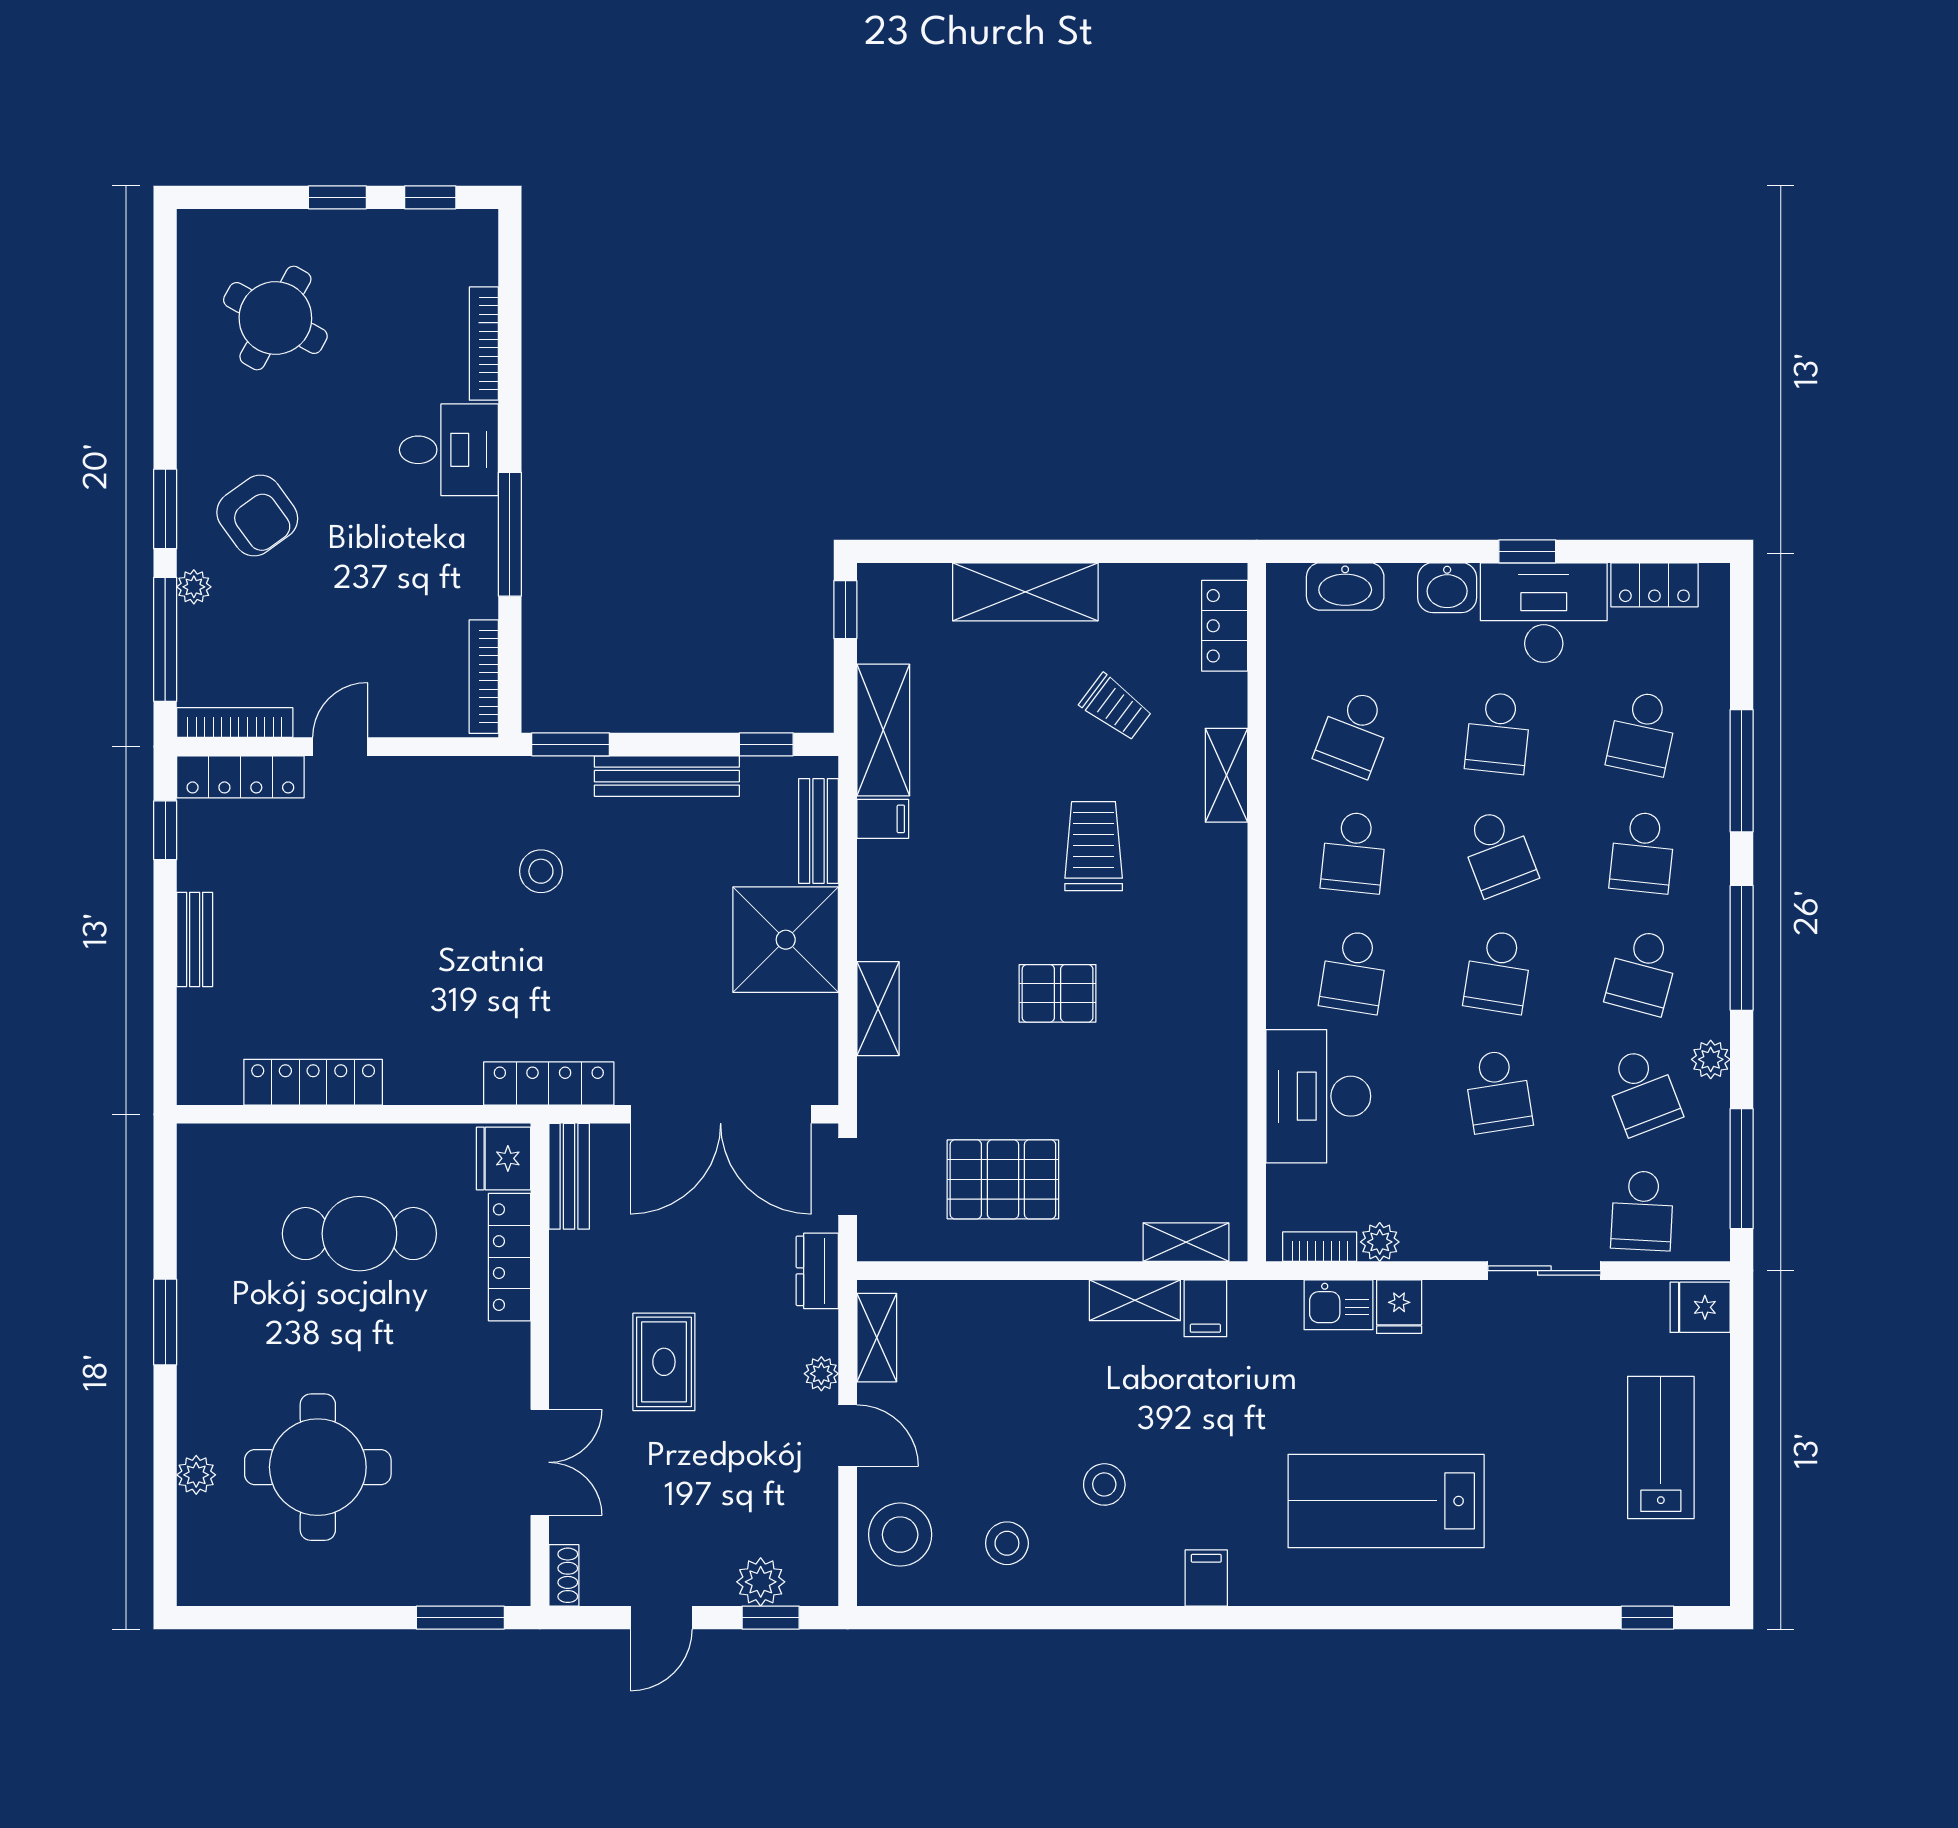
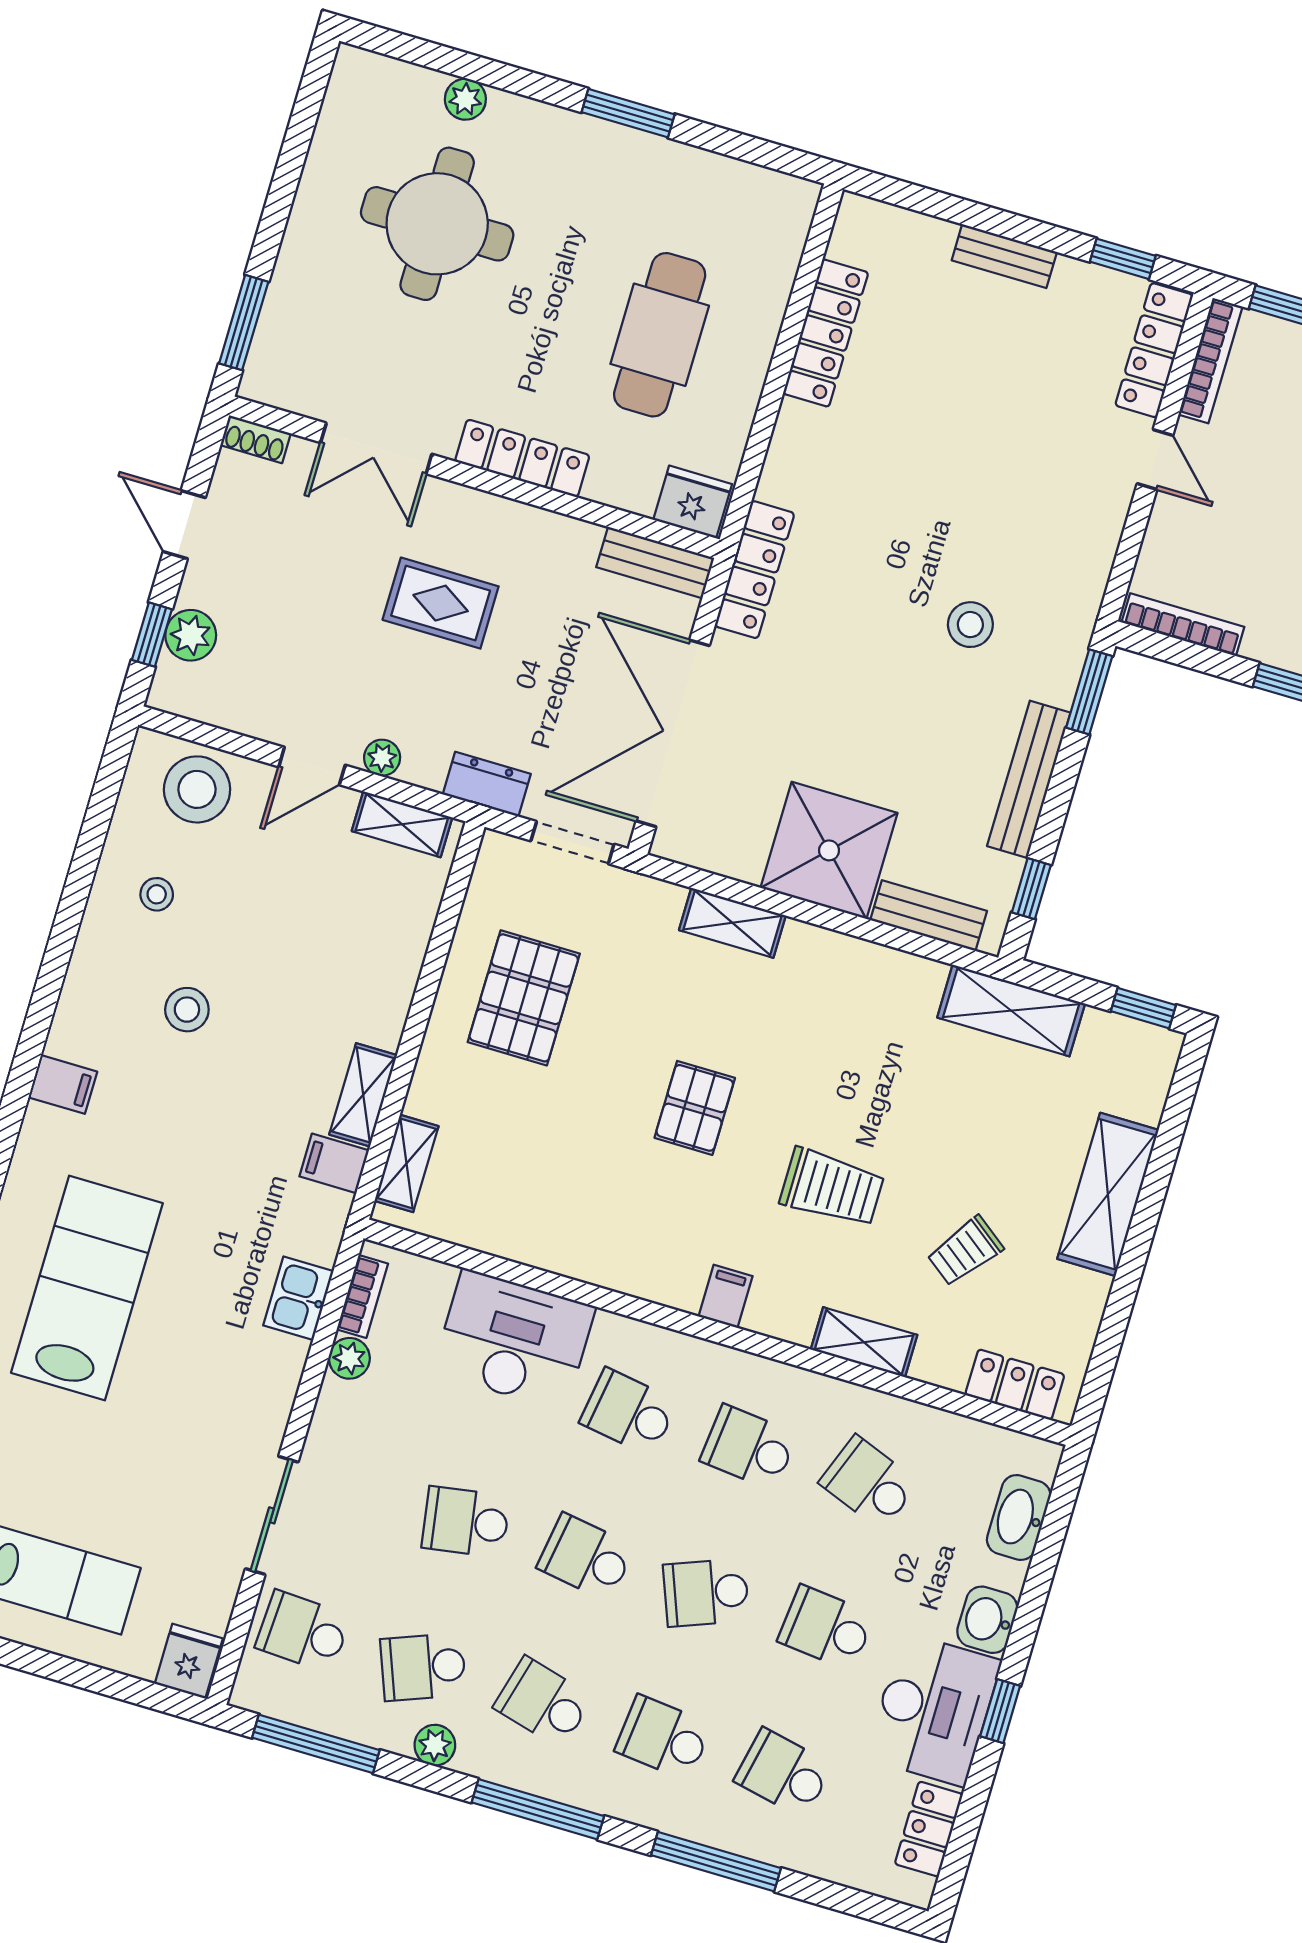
filing cabinet: (883, 819) -> (726, 1296), moved, turned 180
locker: (509, 1257) -> (522, 458), moved
fridge: (1399, 1307) -> (279, 1359), removed
stool: (1007, 1543) -> (157, 894), width x0.73, depth x0.73

